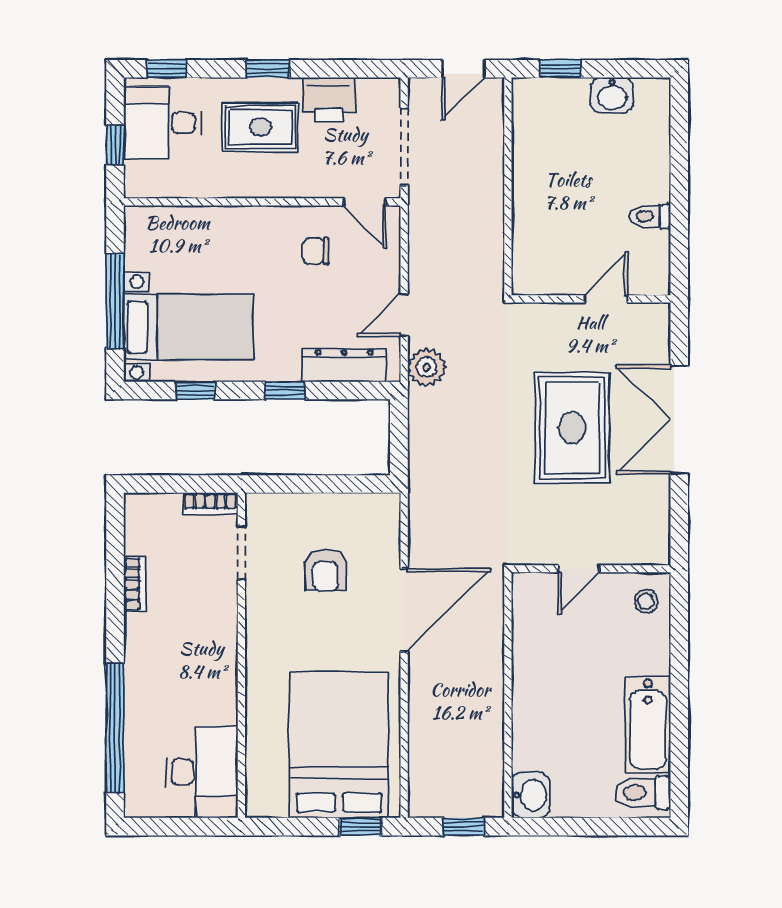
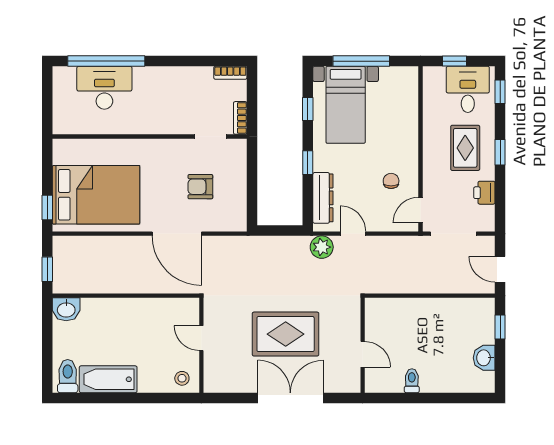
printer: (328, 99) -> (484, 193), width x0.73, depth x0.81
bookcase: (135, 584) -> (230, 73), moved
desk: (202, 772) -> (104, 88), moved, turned 180

